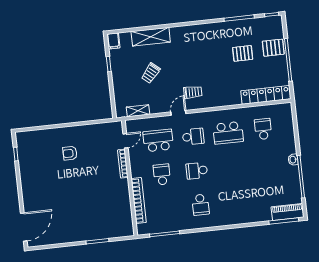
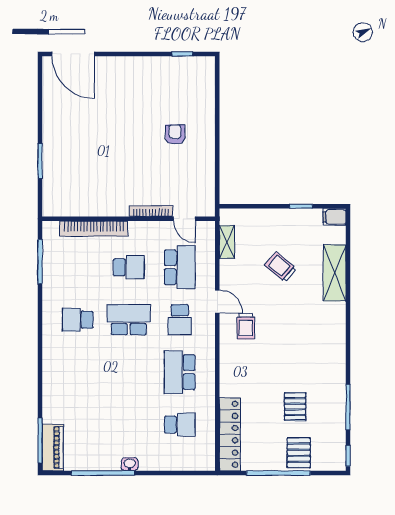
school desk: (197, 171) -> (129, 320), width x1.85

